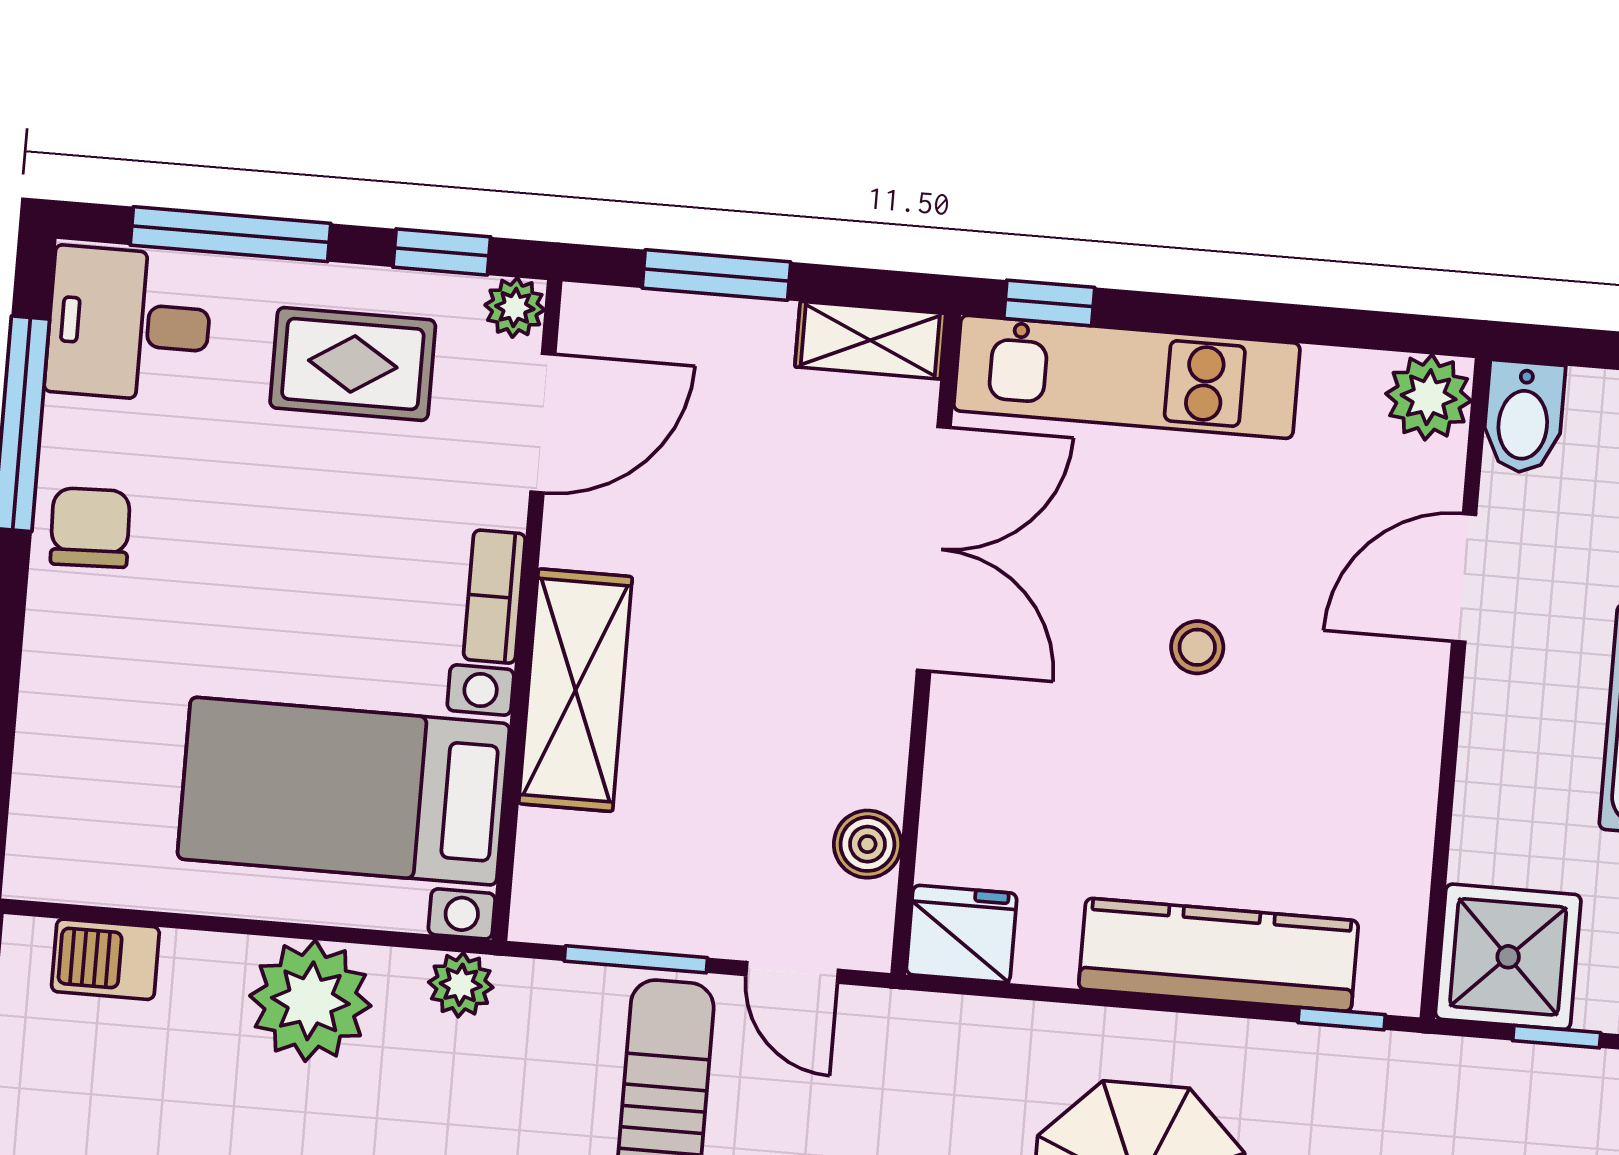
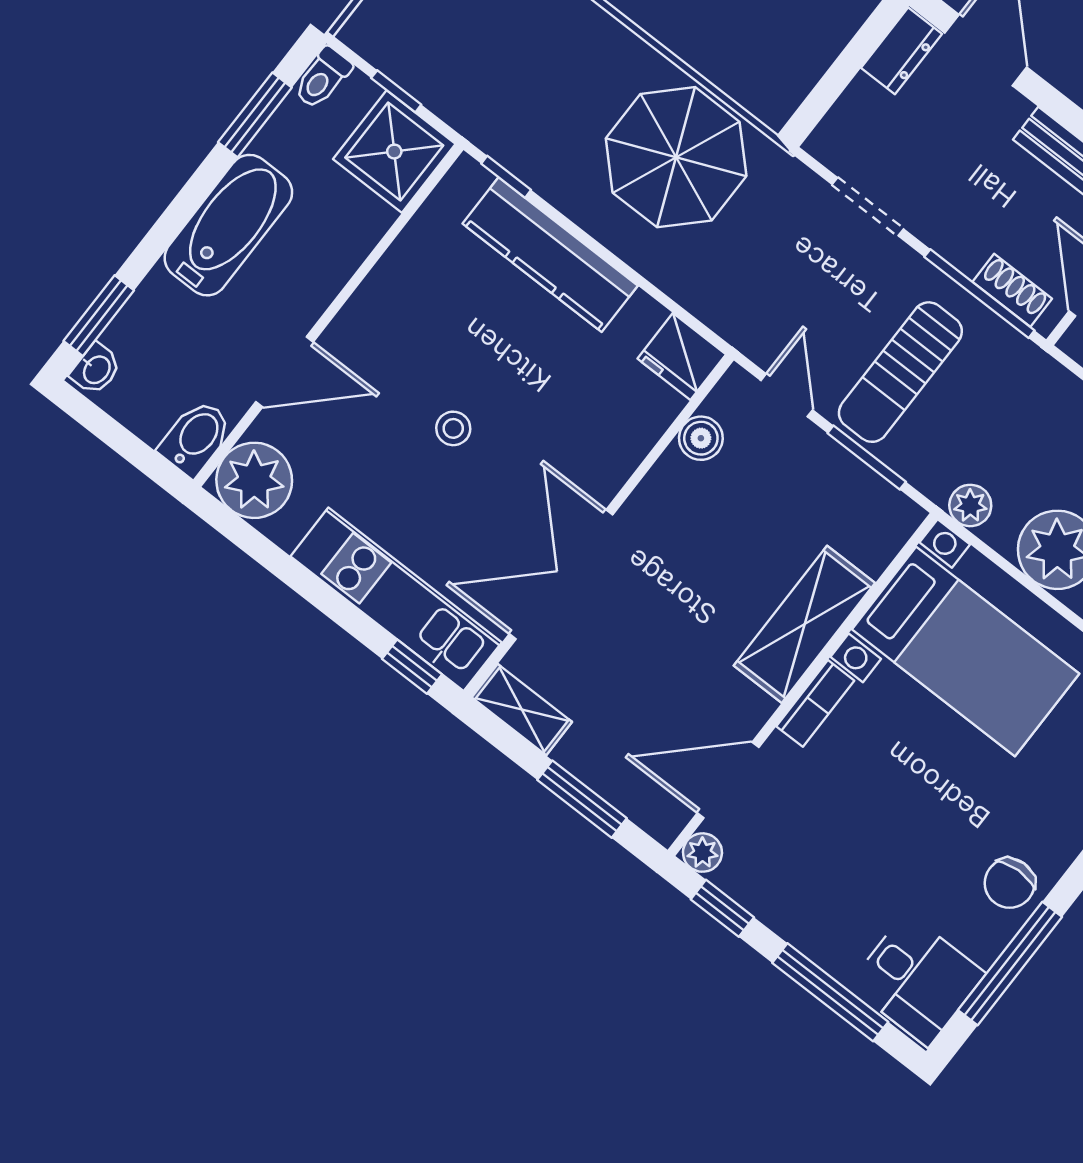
rug: (353, 364) -> (810, 879), removed
plant: (1429, 397) -> (254, 480), width x1.36, depth x1.36

